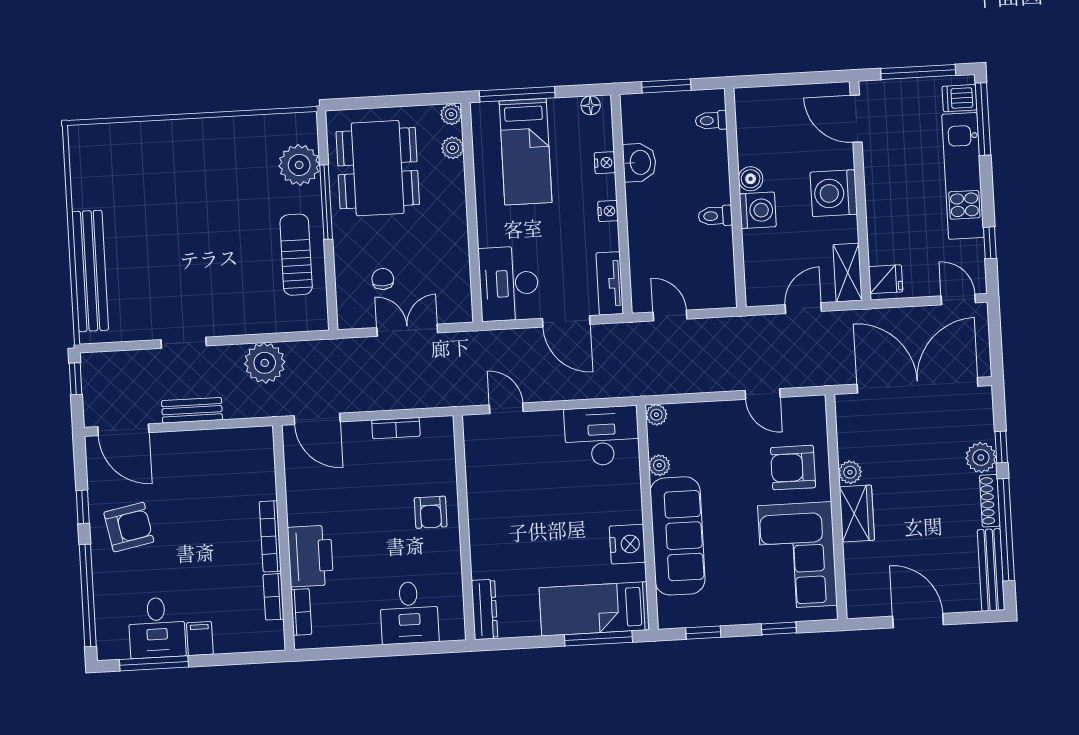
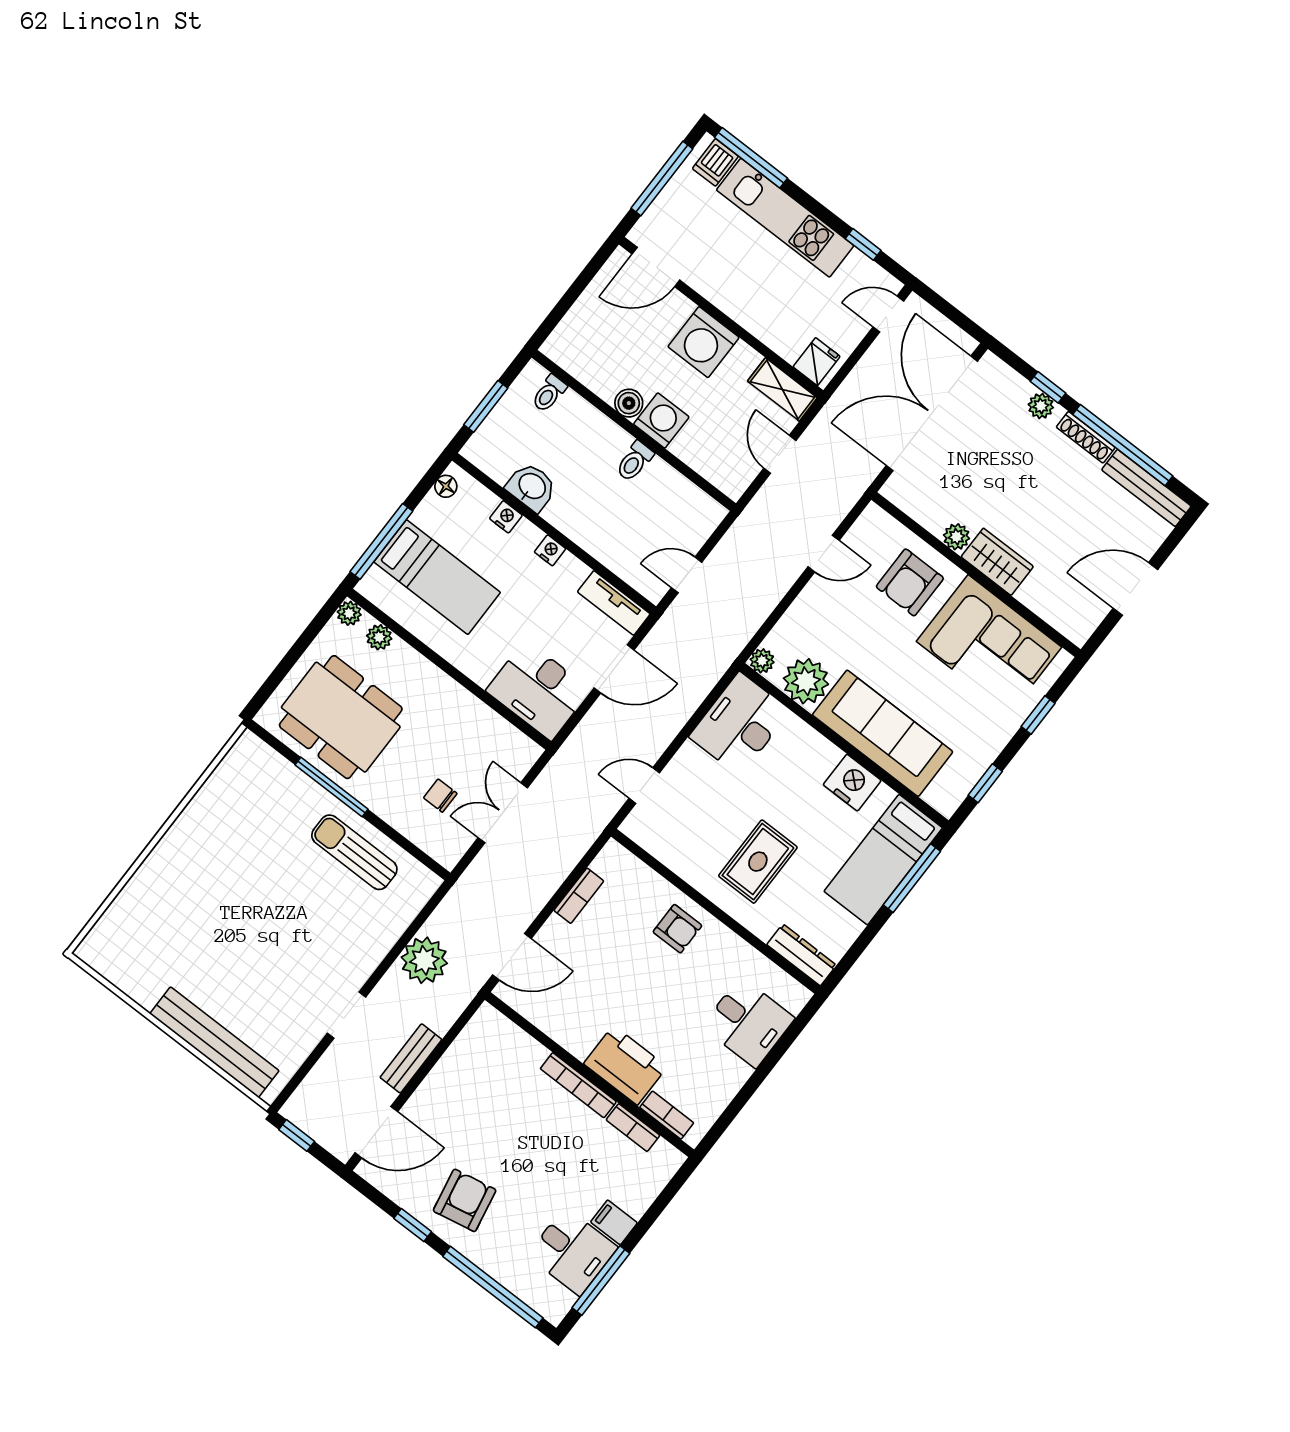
plant: (299, 165) -> (279, 782), removed
plant: (981, 458) -> (1041, 406), width x0.73, depth x0.73
plant: (659, 465) -> (806, 681), width x1.88, depth x1.88
rug: (521, 527) -> (758, 862), added

